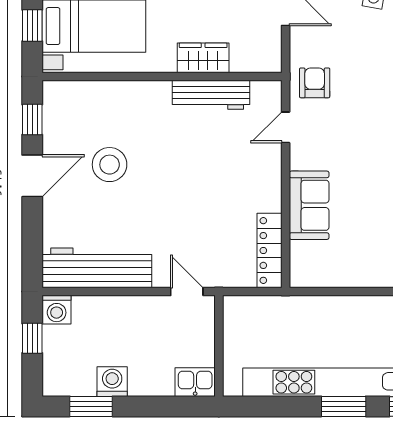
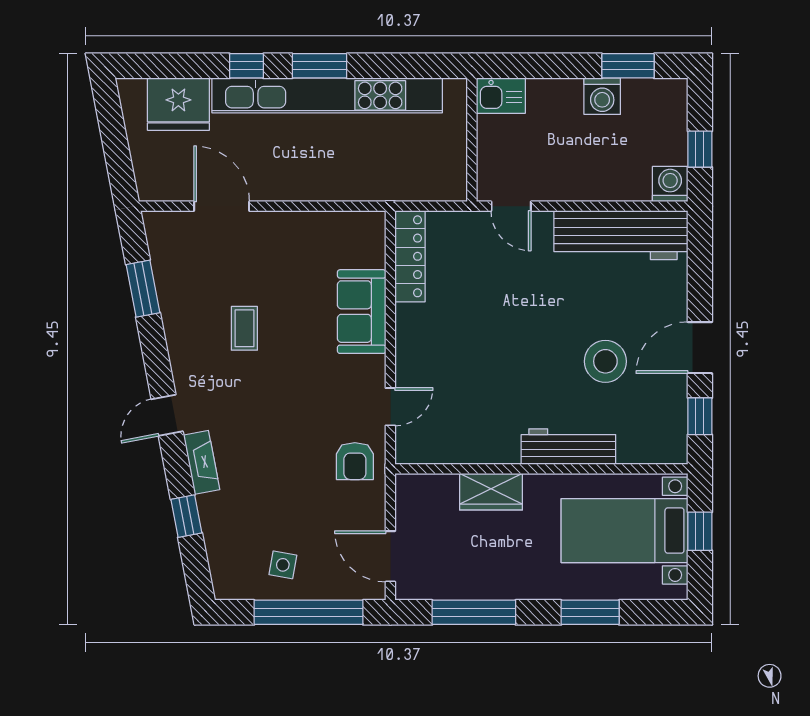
workbench: (211, 95) -> (568, 447), moved

